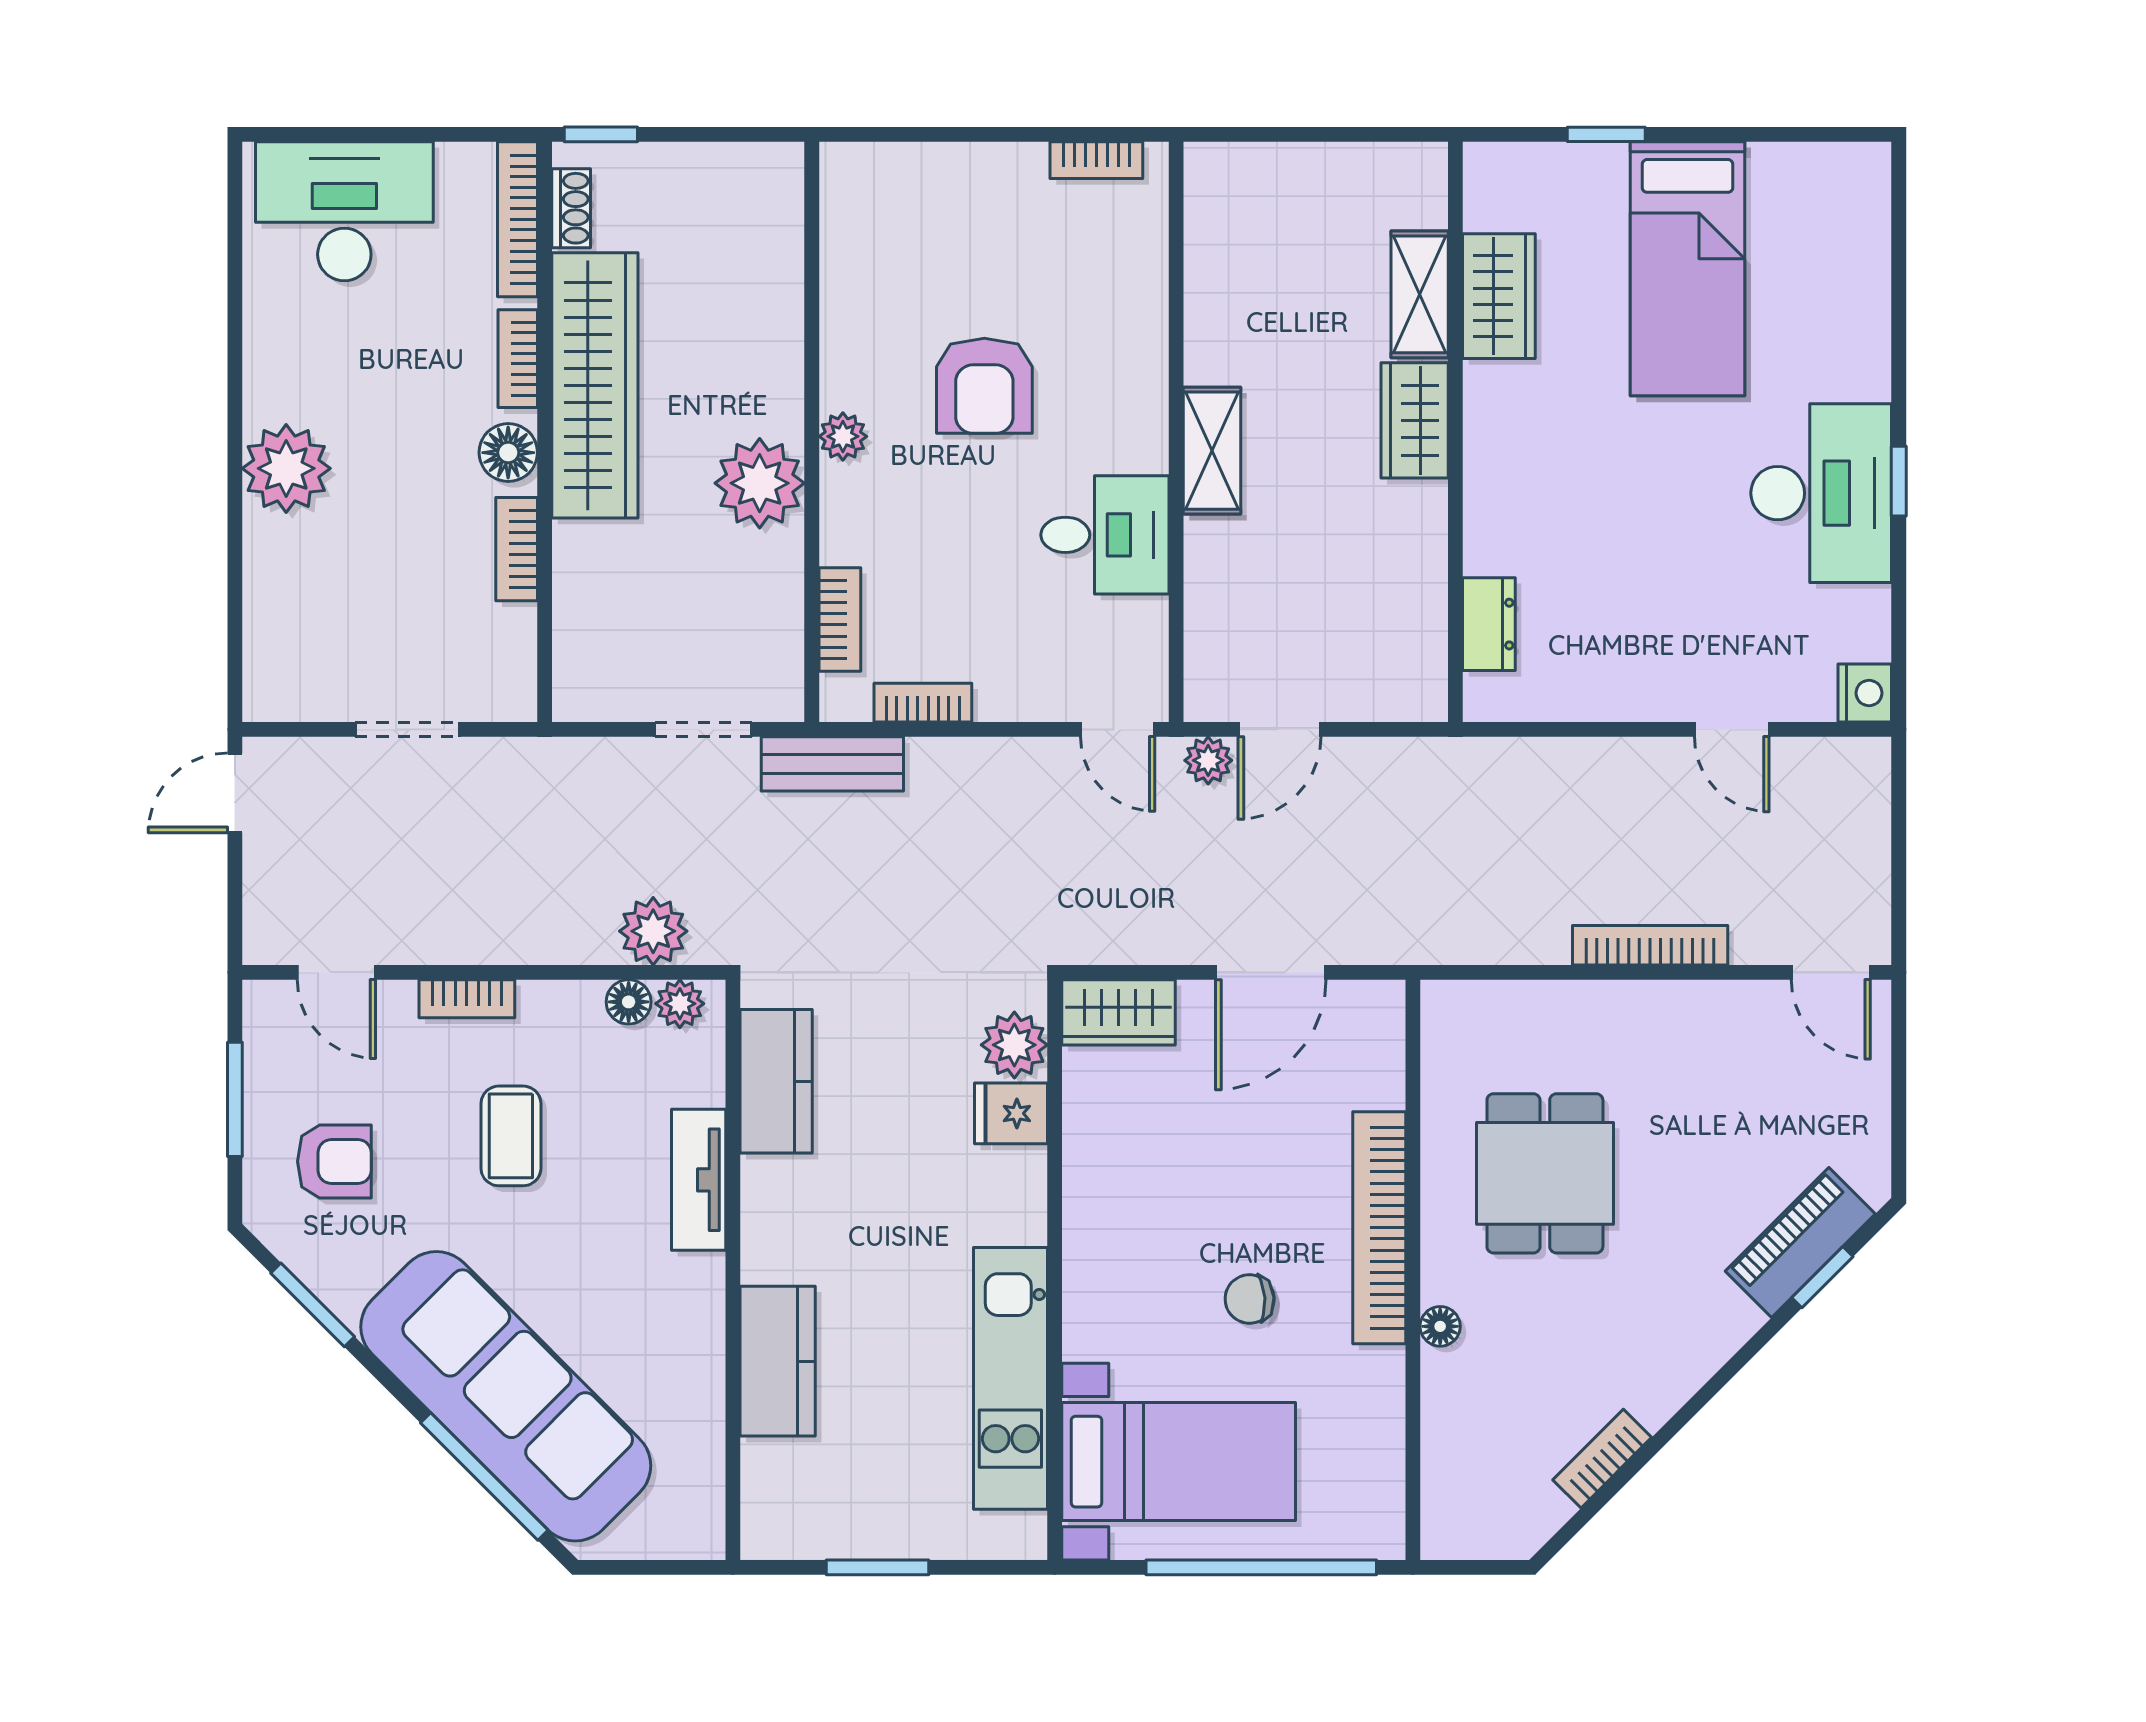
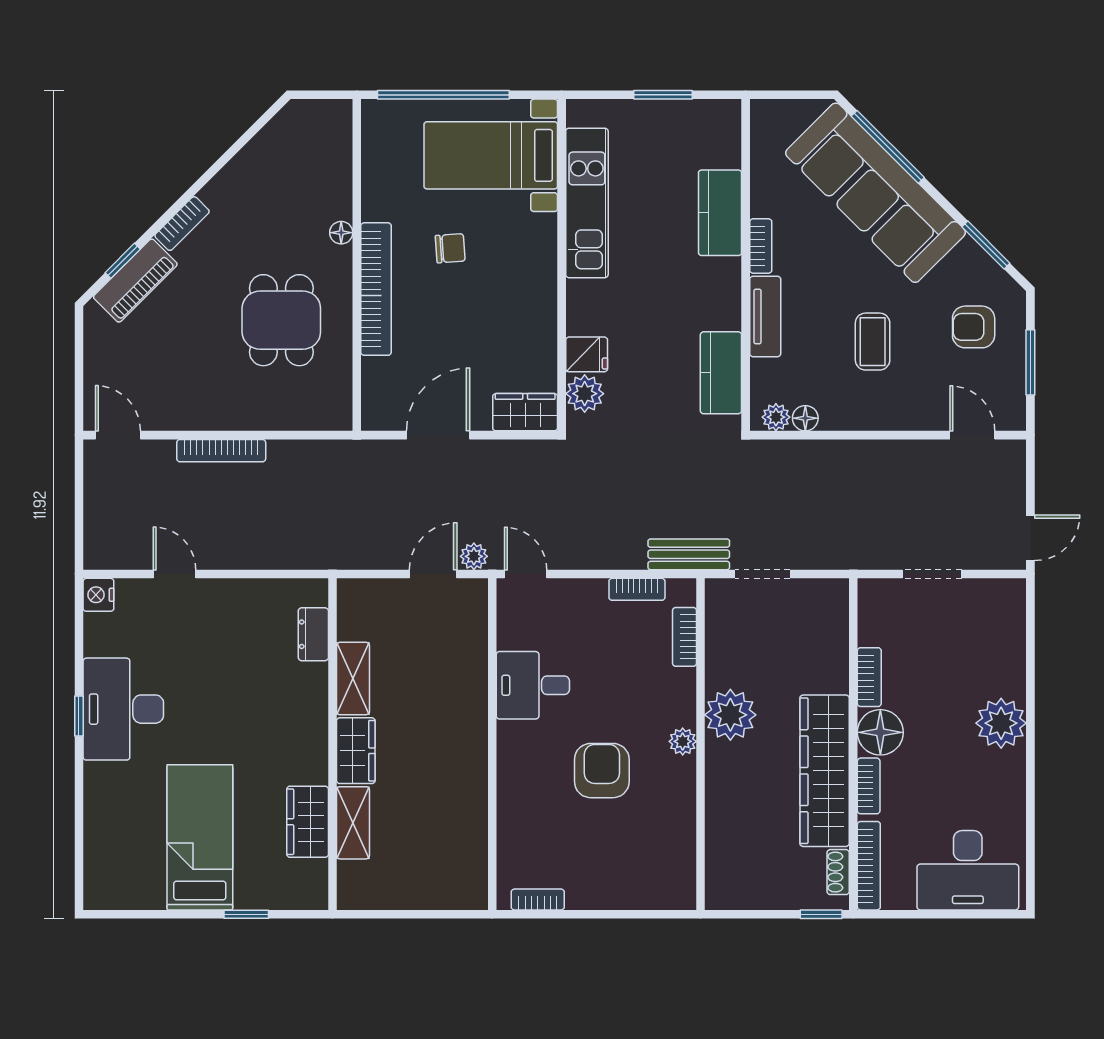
shelving: (1212, 451) -> (353, 679), moved
floor lamp: (508, 453) -> (880, 732), width x1.38, depth x1.38
plant: (653, 931) -> (791, 459), removed
bookcase: (467, 999) -> (761, 246), moved, turned 90
bookcase: (1602, 1459) -> (182, 224), moved

